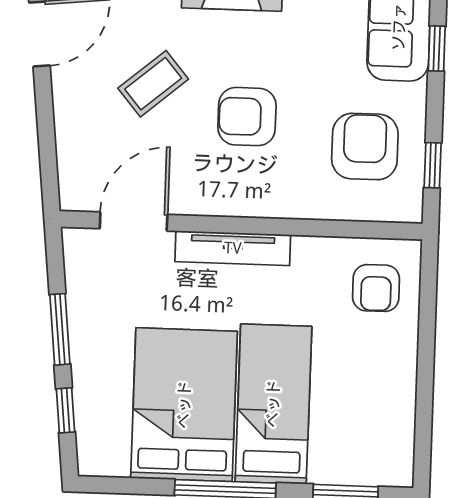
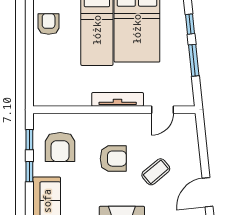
window: (437, 48) -> (29, 172), moved
door: (134, 221) -> (162, 110), width x0.73
armchair: (376, 288) -> (49, 24), moved

